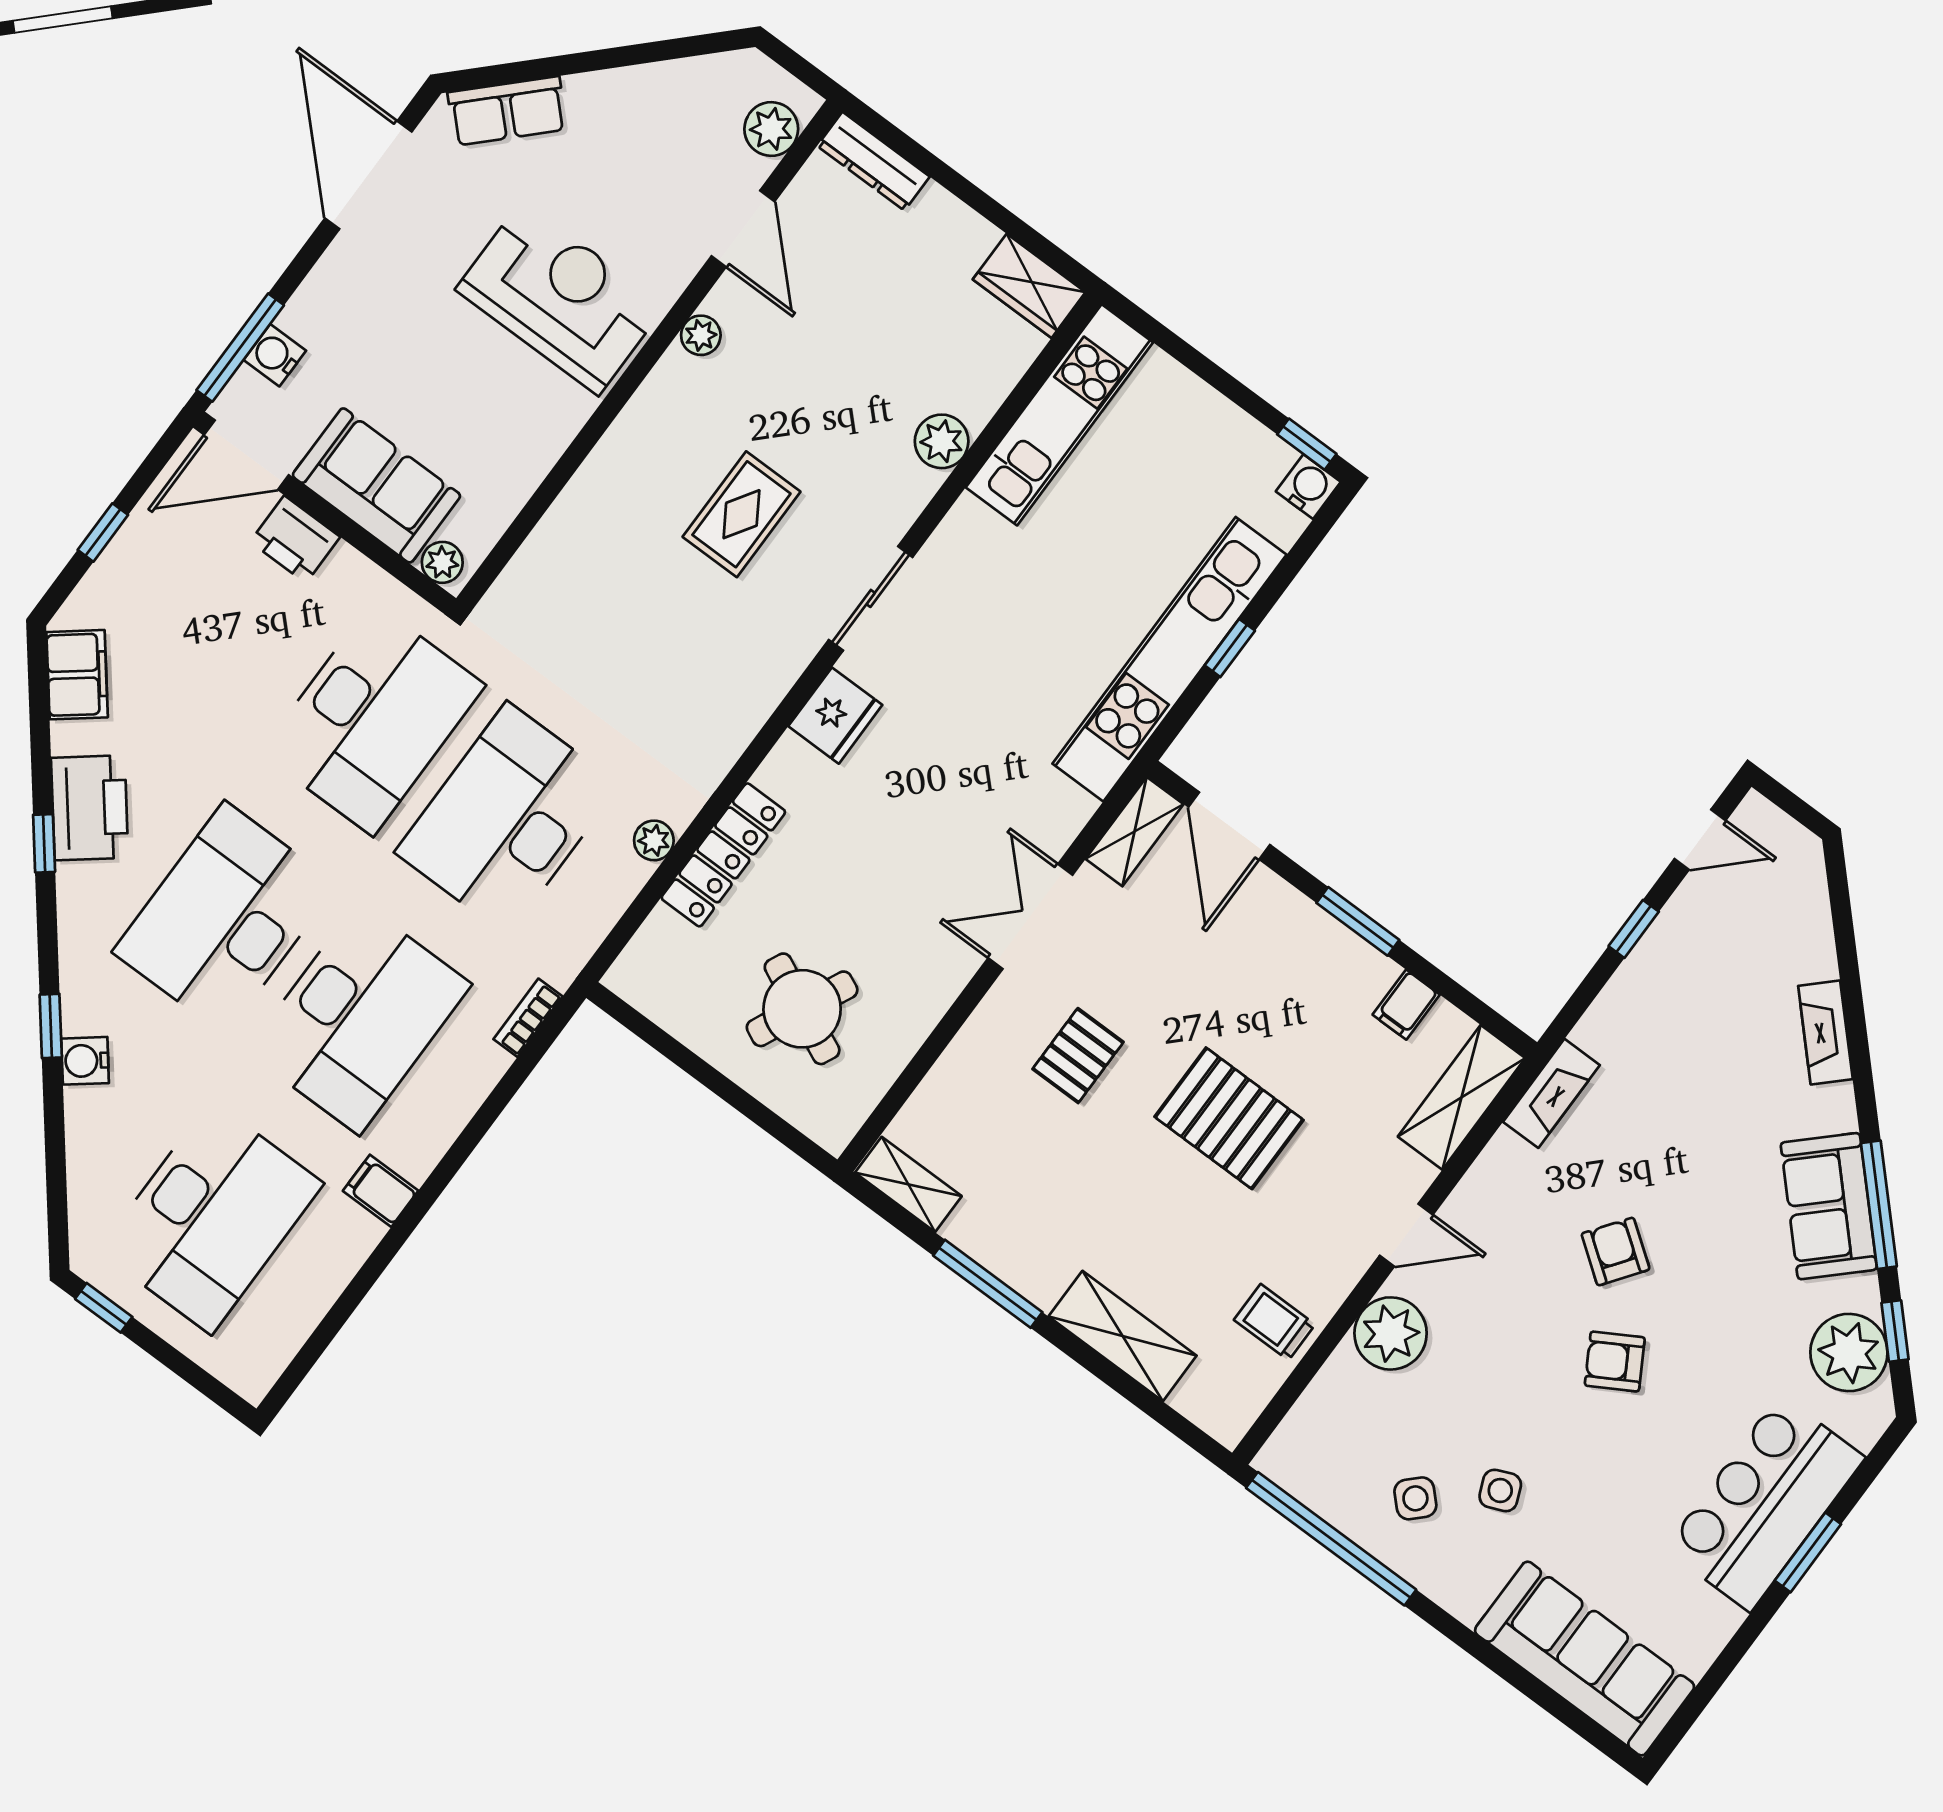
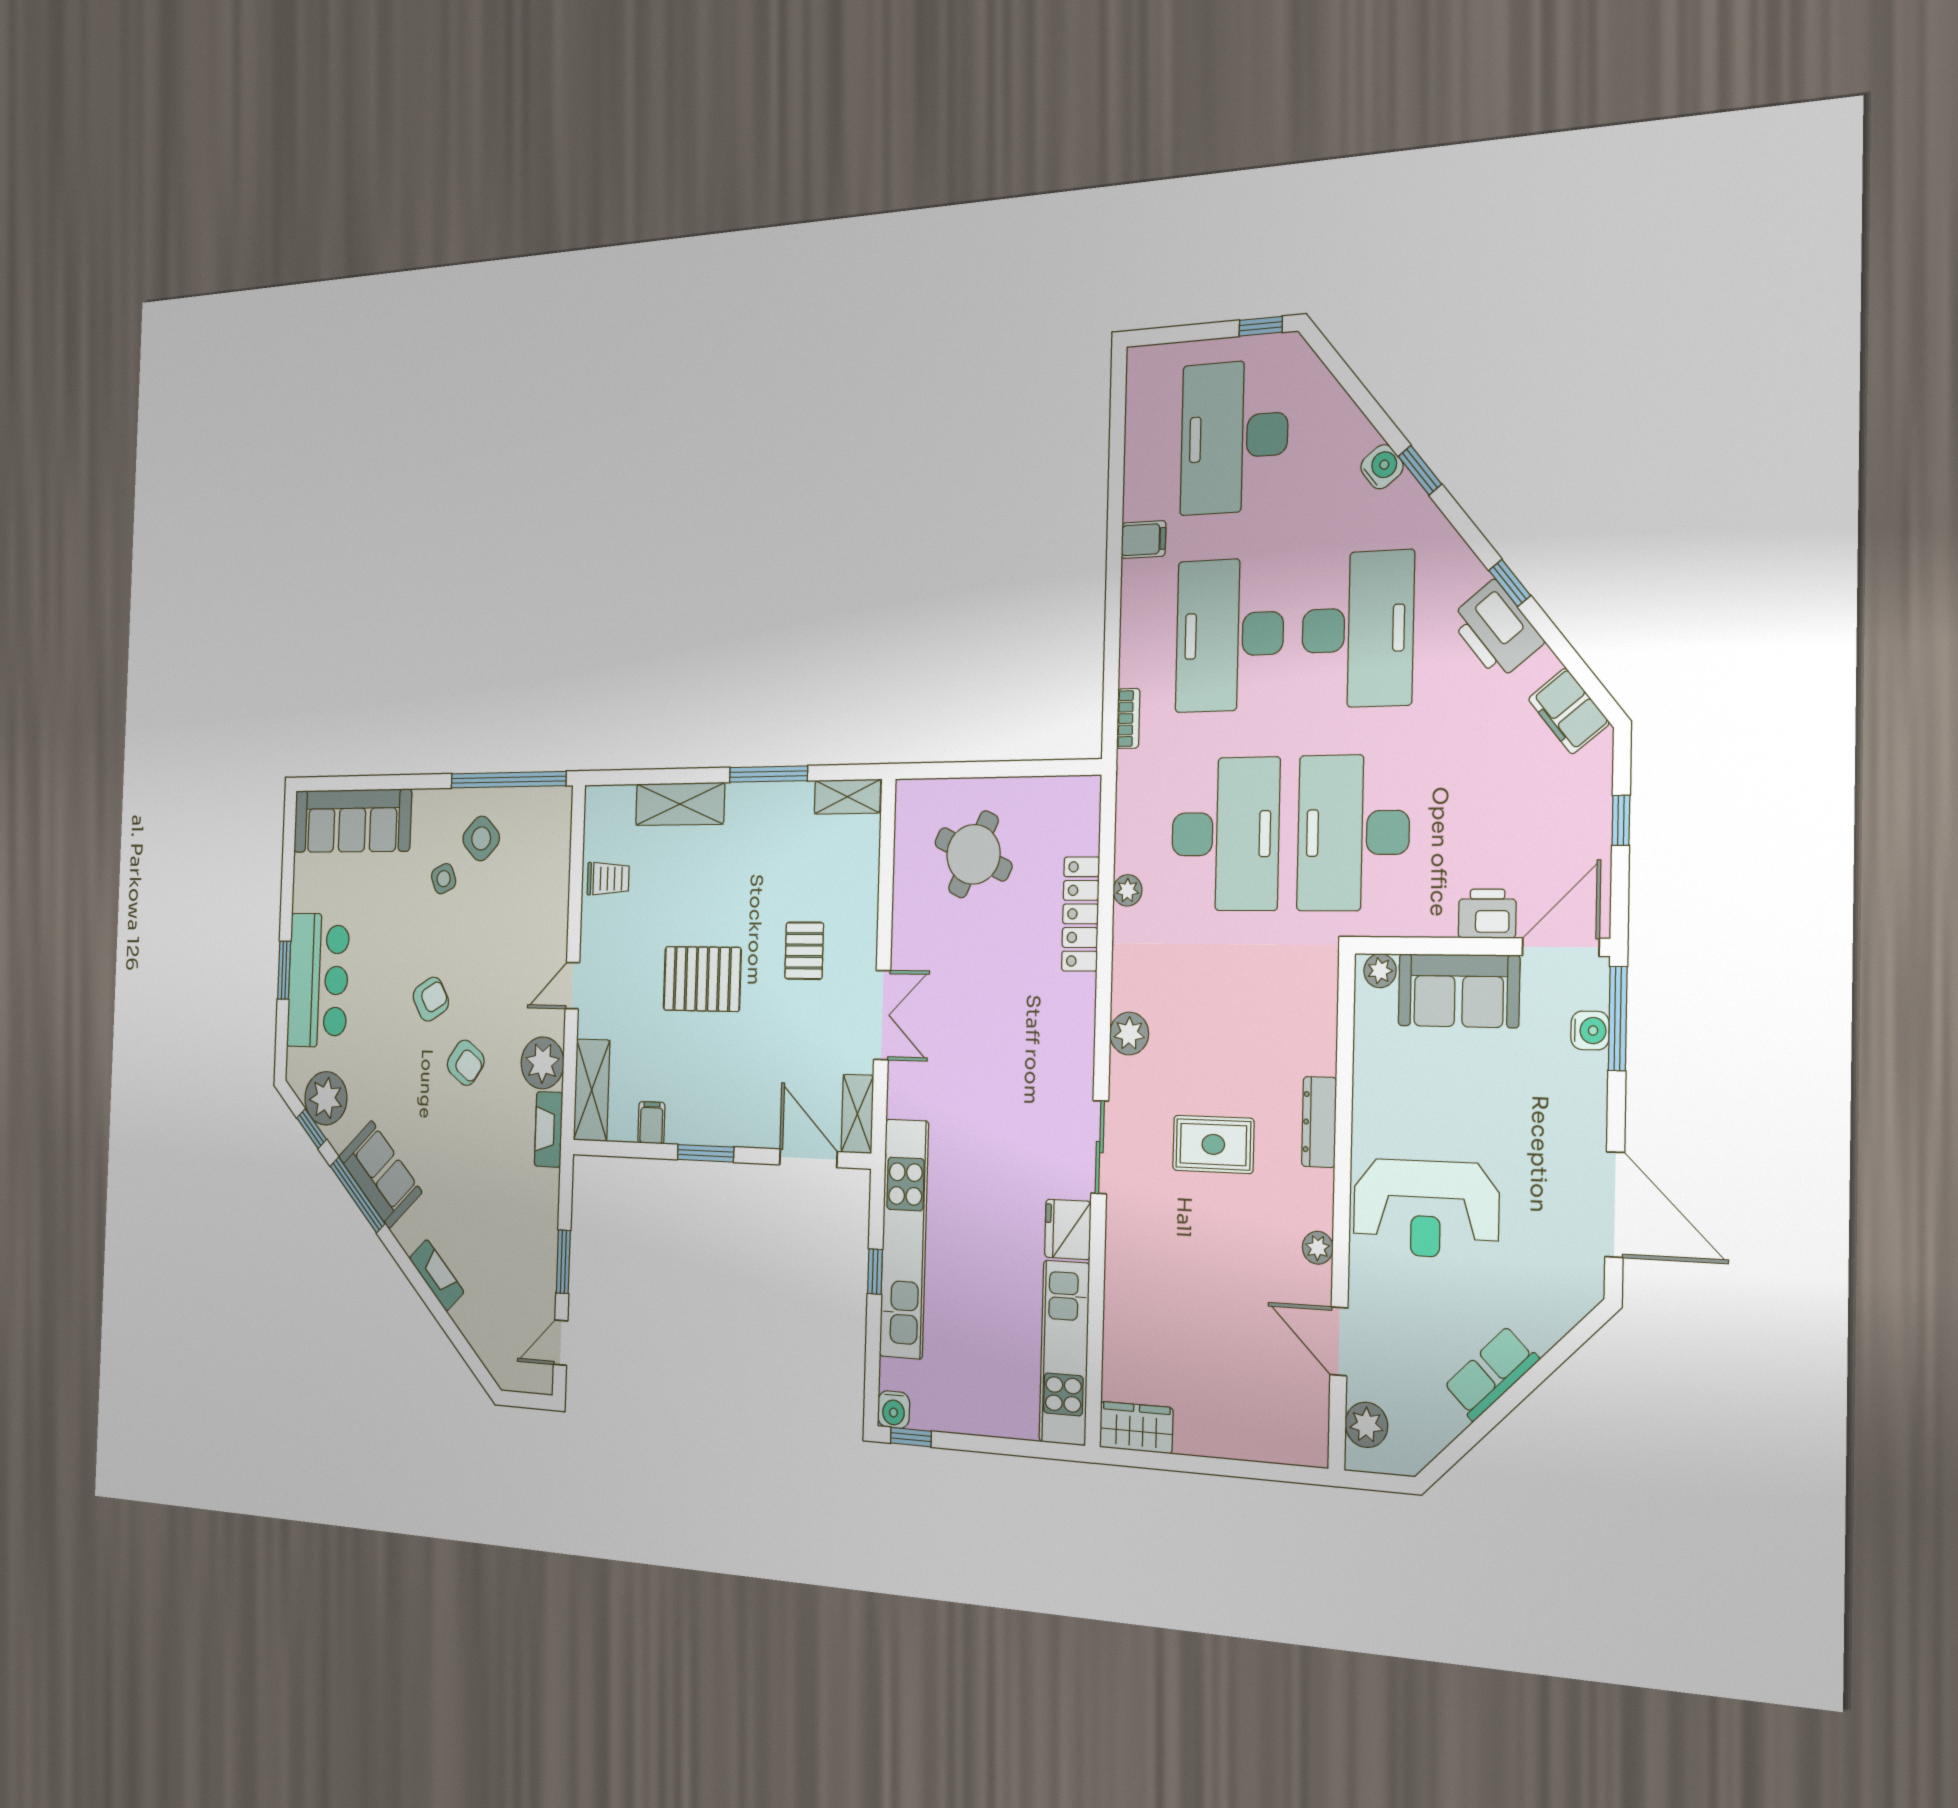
row of seats: (507, 111) -> (1491, 1373), moved
dresser: (873, 161) -> (1319, 1122), moved, turned -90
plant: (942, 441) -> (1129, 1034), moved
rug: (741, 514) -> (1213, 1144), turned 90
fridge: (835, 716) -> (1068, 1229), moved
window: (1634, 929) -> (563, 1262), width x1.50
plant: (1391, 1333) -> (542, 1063), moved
side table: (1415, 1498) -> (481, 838), width x1.37, depth x1.37

